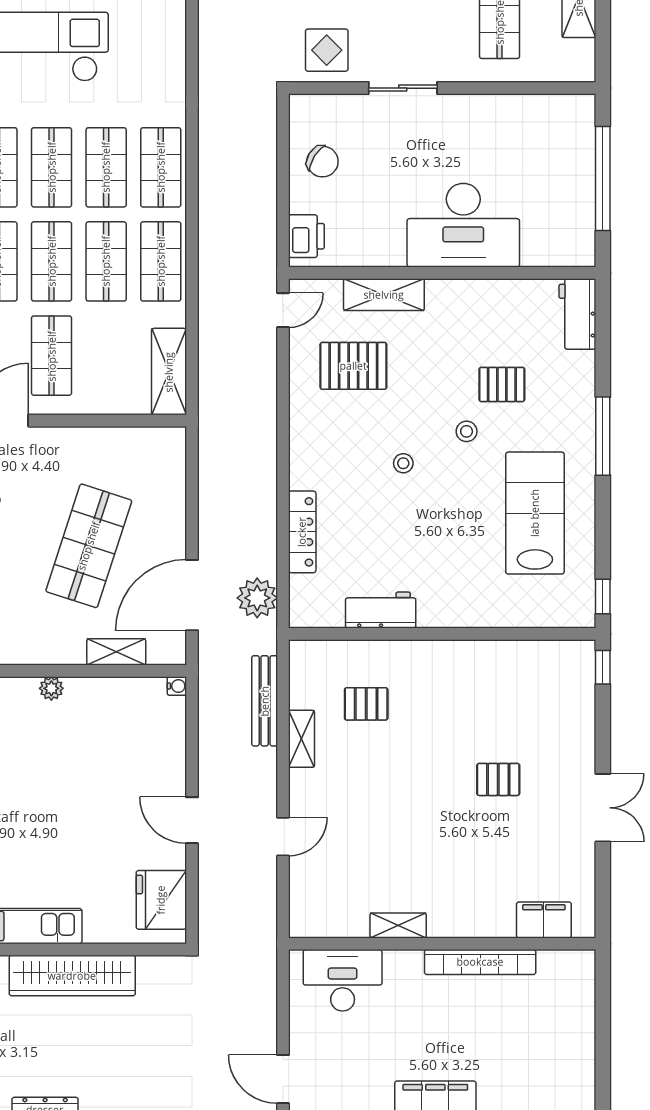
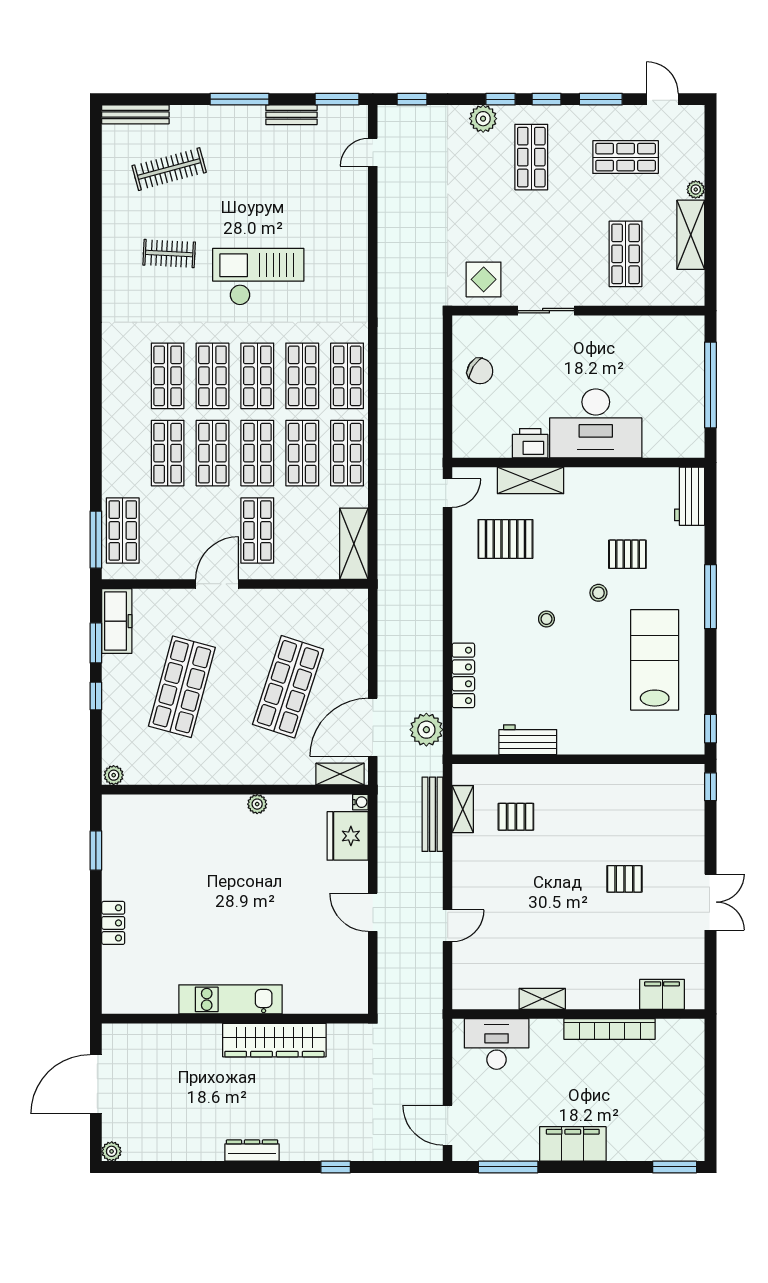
printer: (306, 236) -> (530, 443), moved, turned -90
shelving: (116, 652) -> (340, 774), moved
shelving: (302, 739) -> (463, 809), moved
fridge: (161, 900) -> (348, 836), moved

